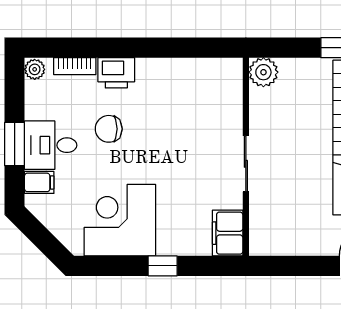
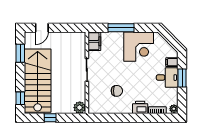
chair: (109, 129) -> (117, 91), moved
window: (163, 266) -> (121, 28), width x2.17

